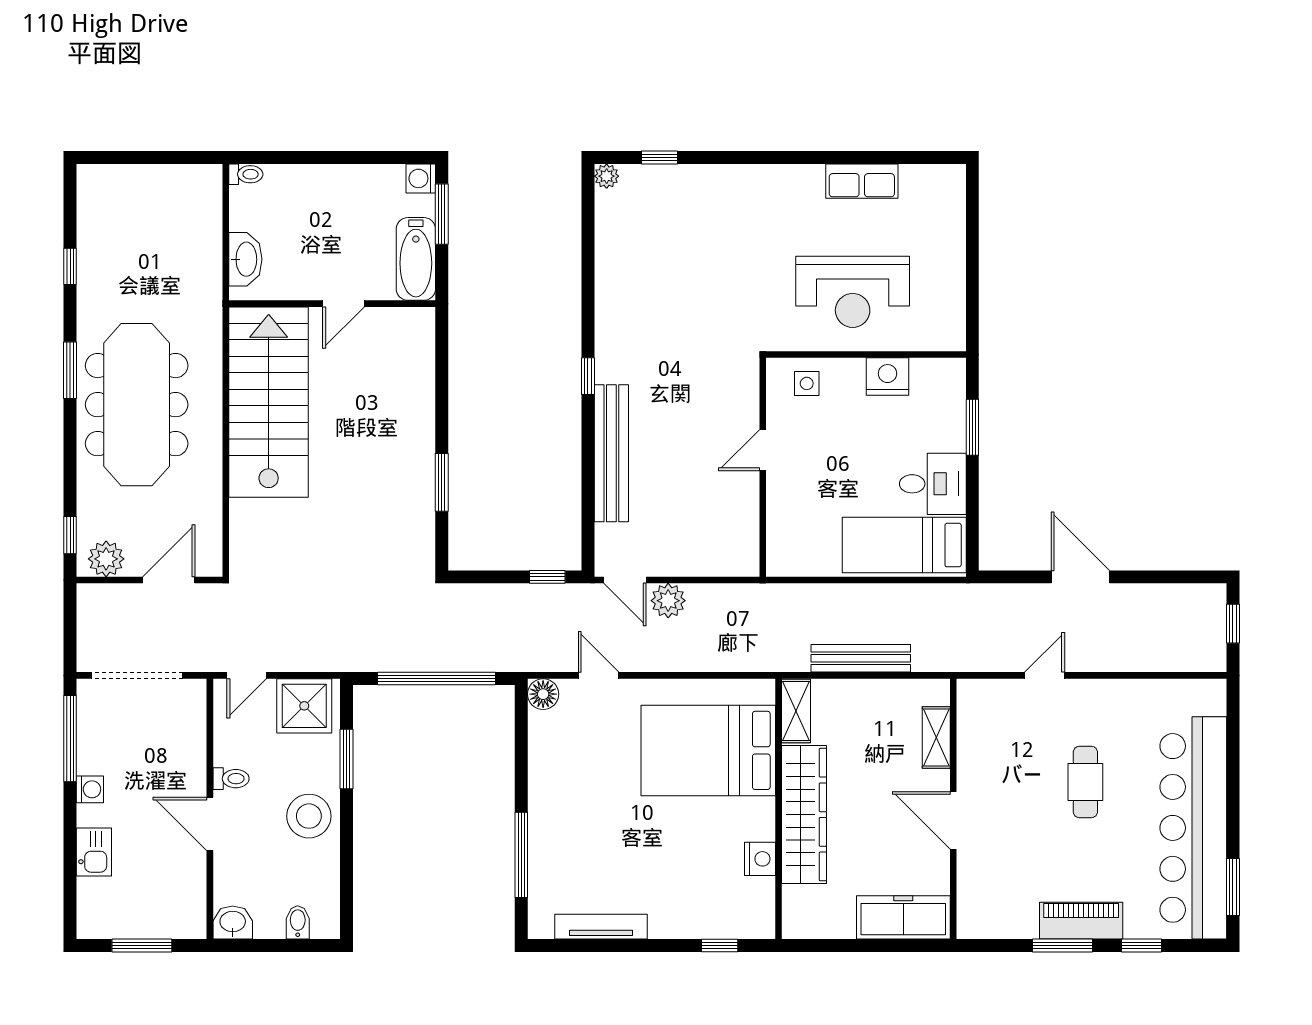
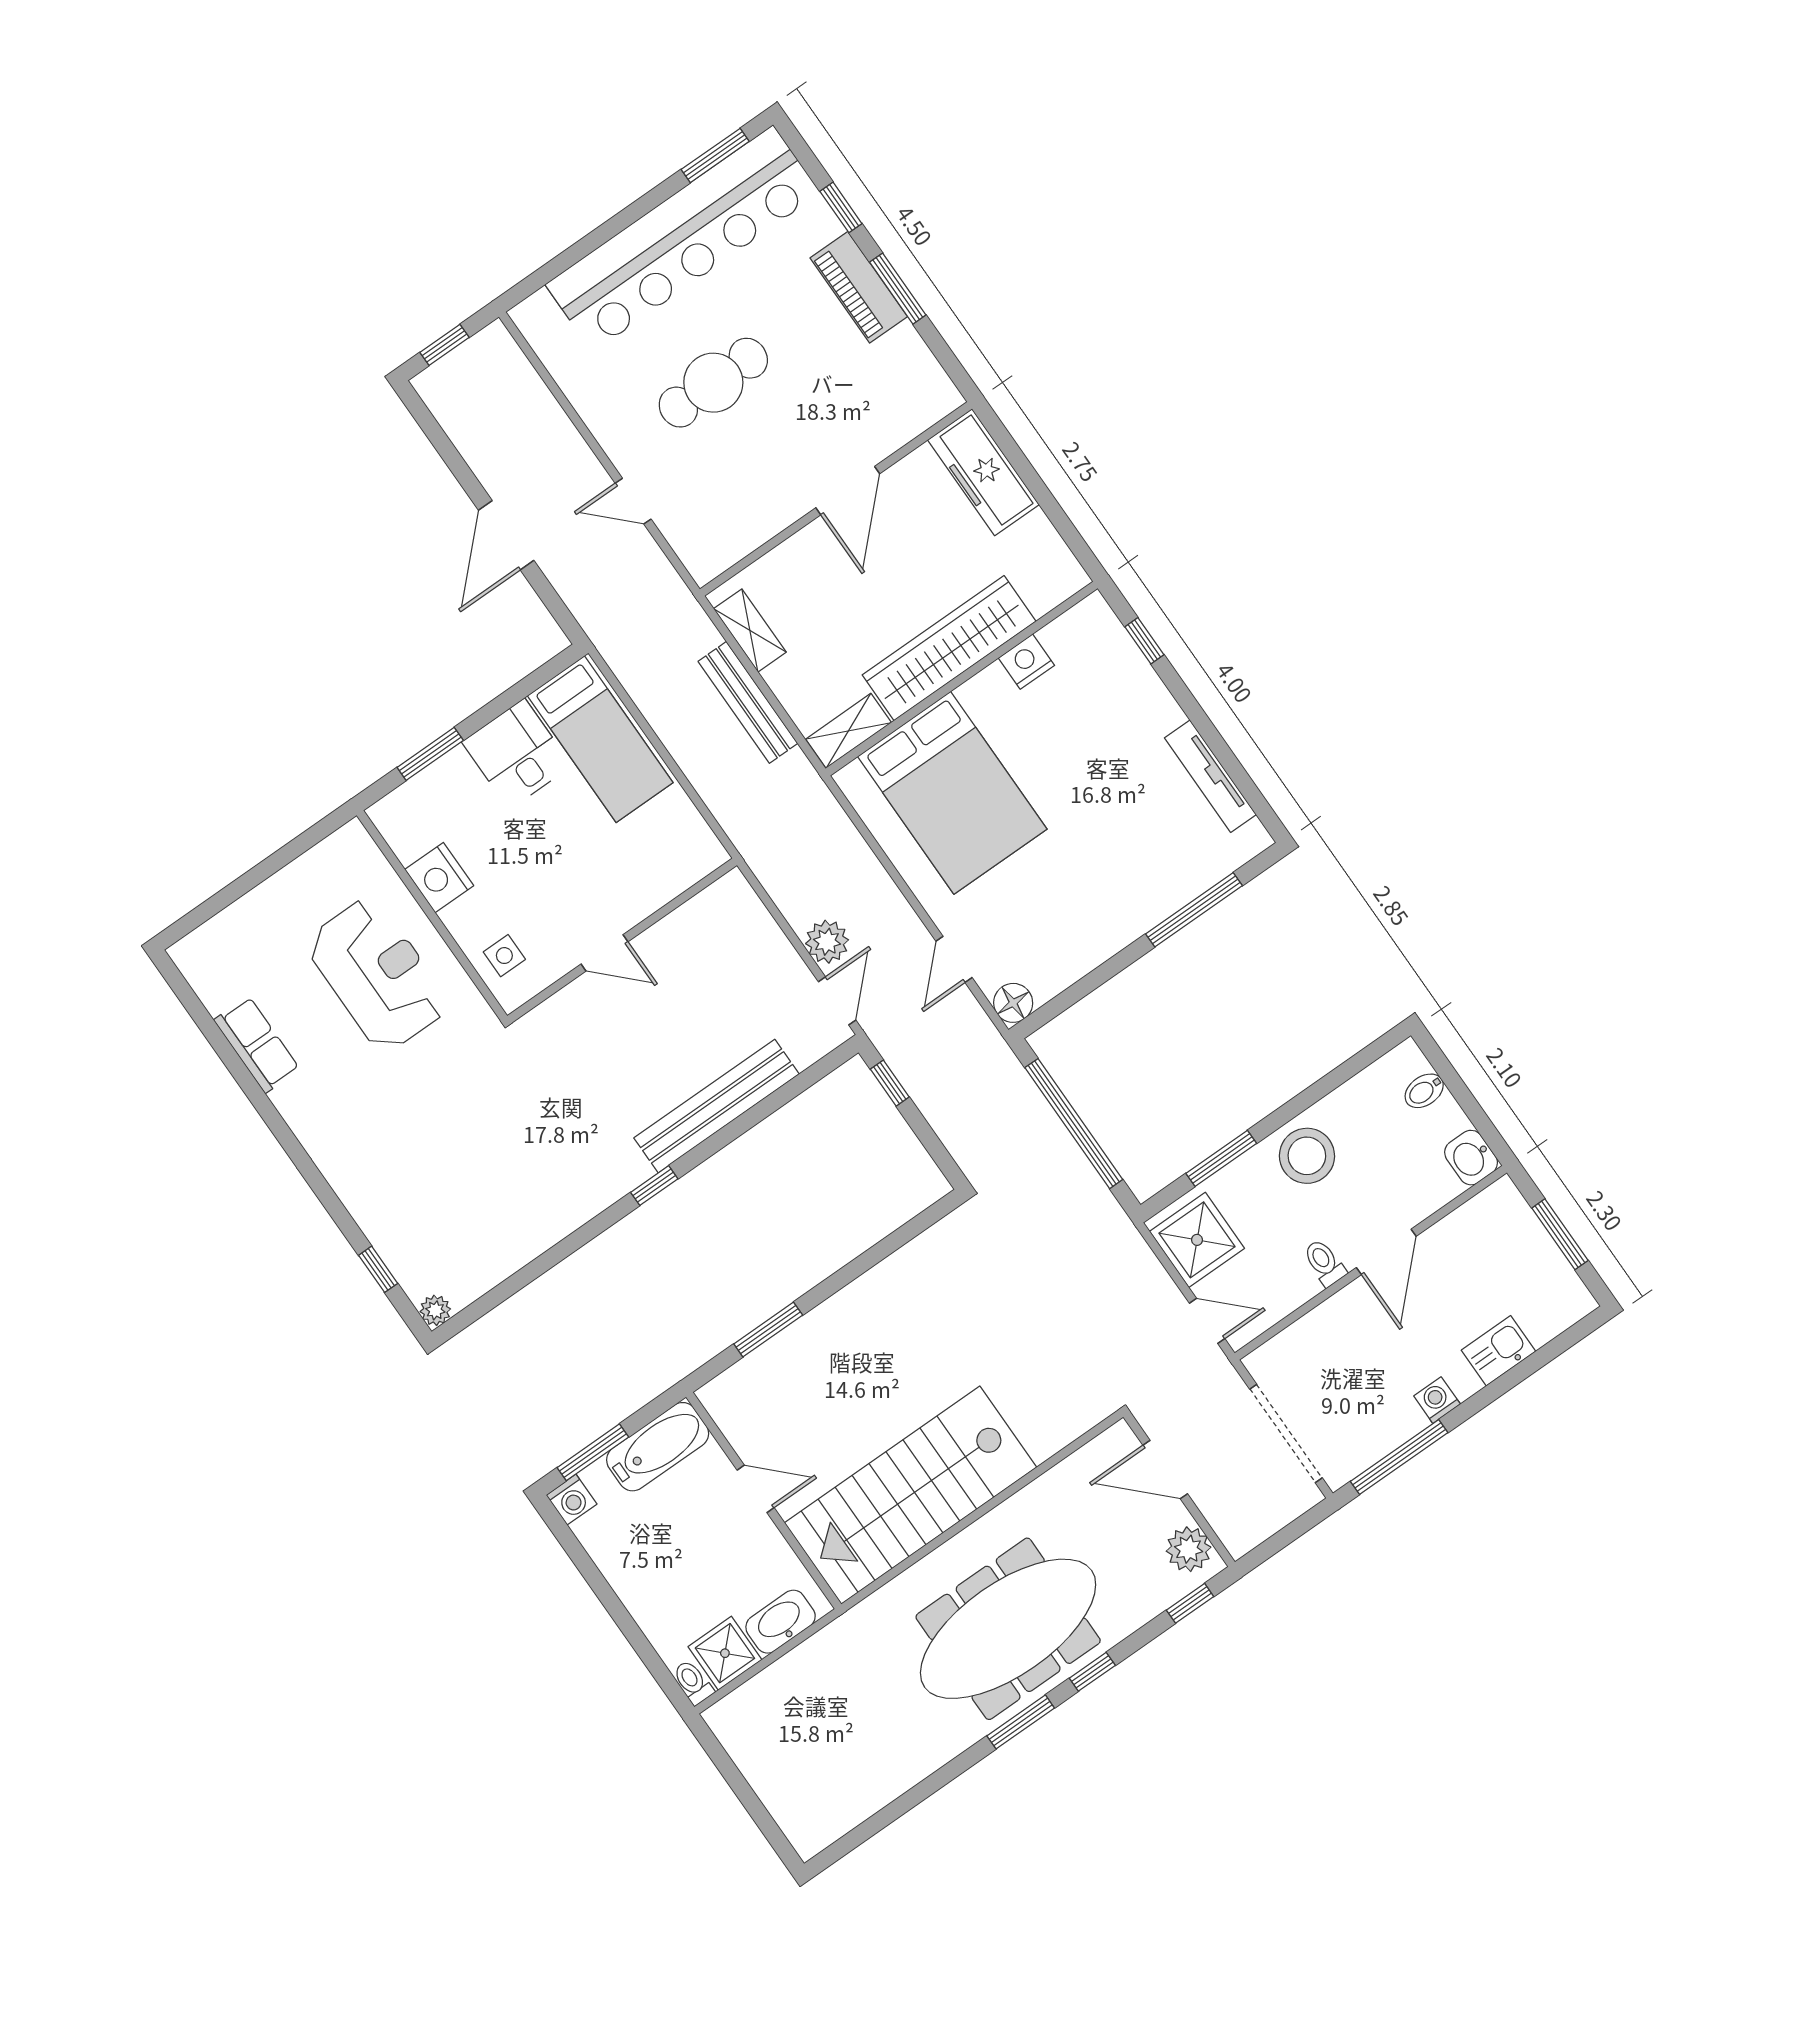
shower: (250, 208) -> (725, 1653), added
window: (70, 266) -> (1092, 1672), moved
window: (442, 482) -> (768, 1330), moved
shelving: (936, 738) -> (750, 630), moved, turned 90
cafe table: (1085, 782) -> (713, 383), width x1.37, depth x1.35

